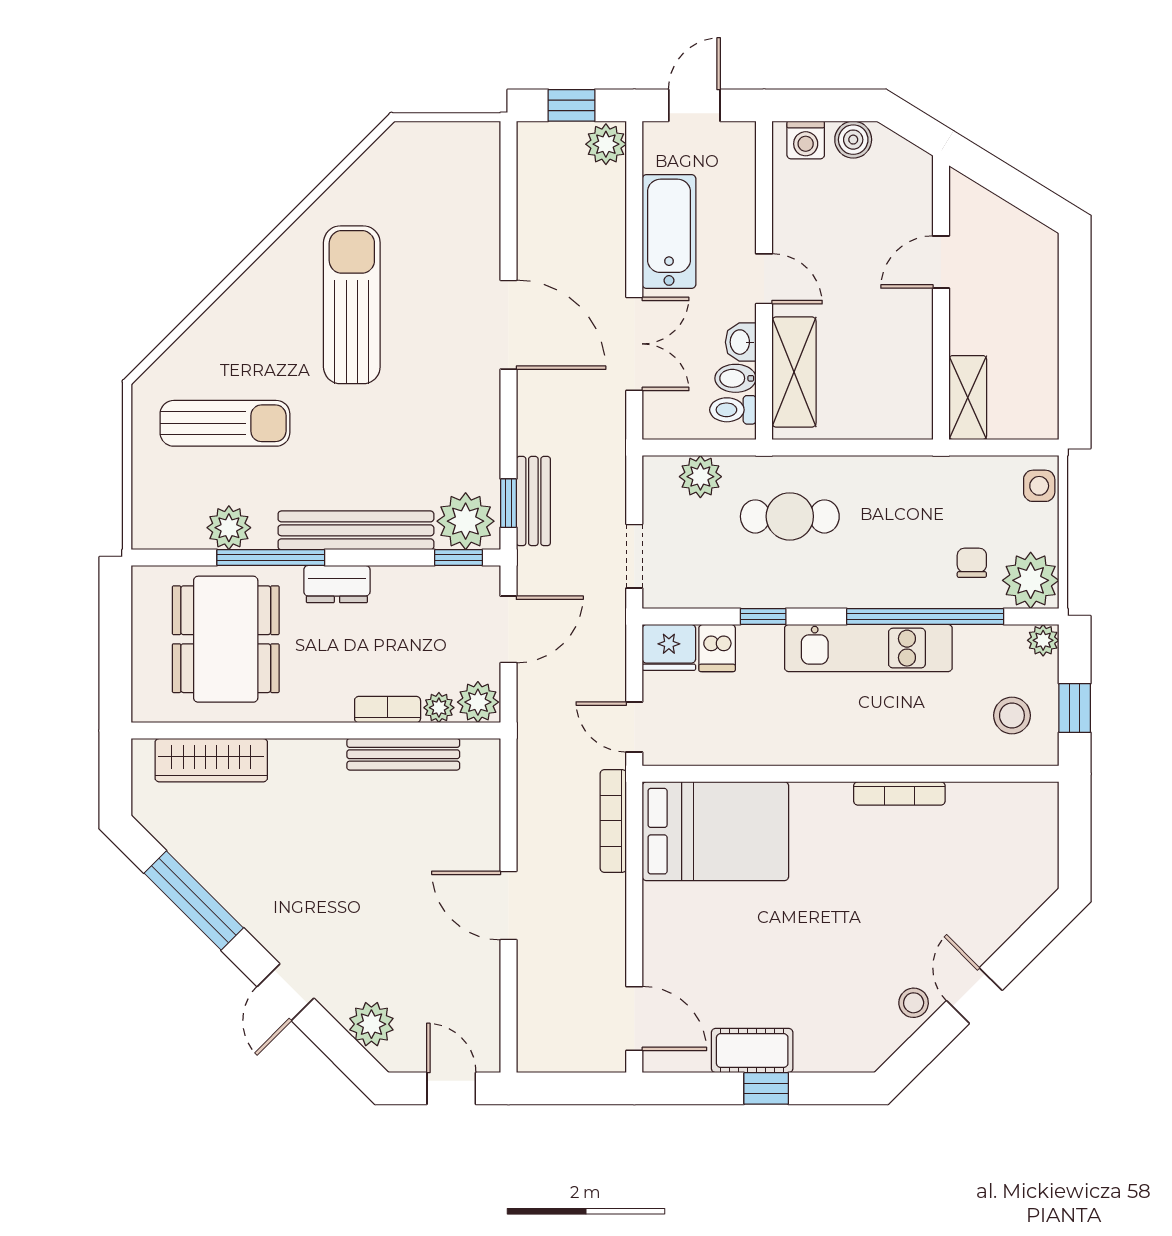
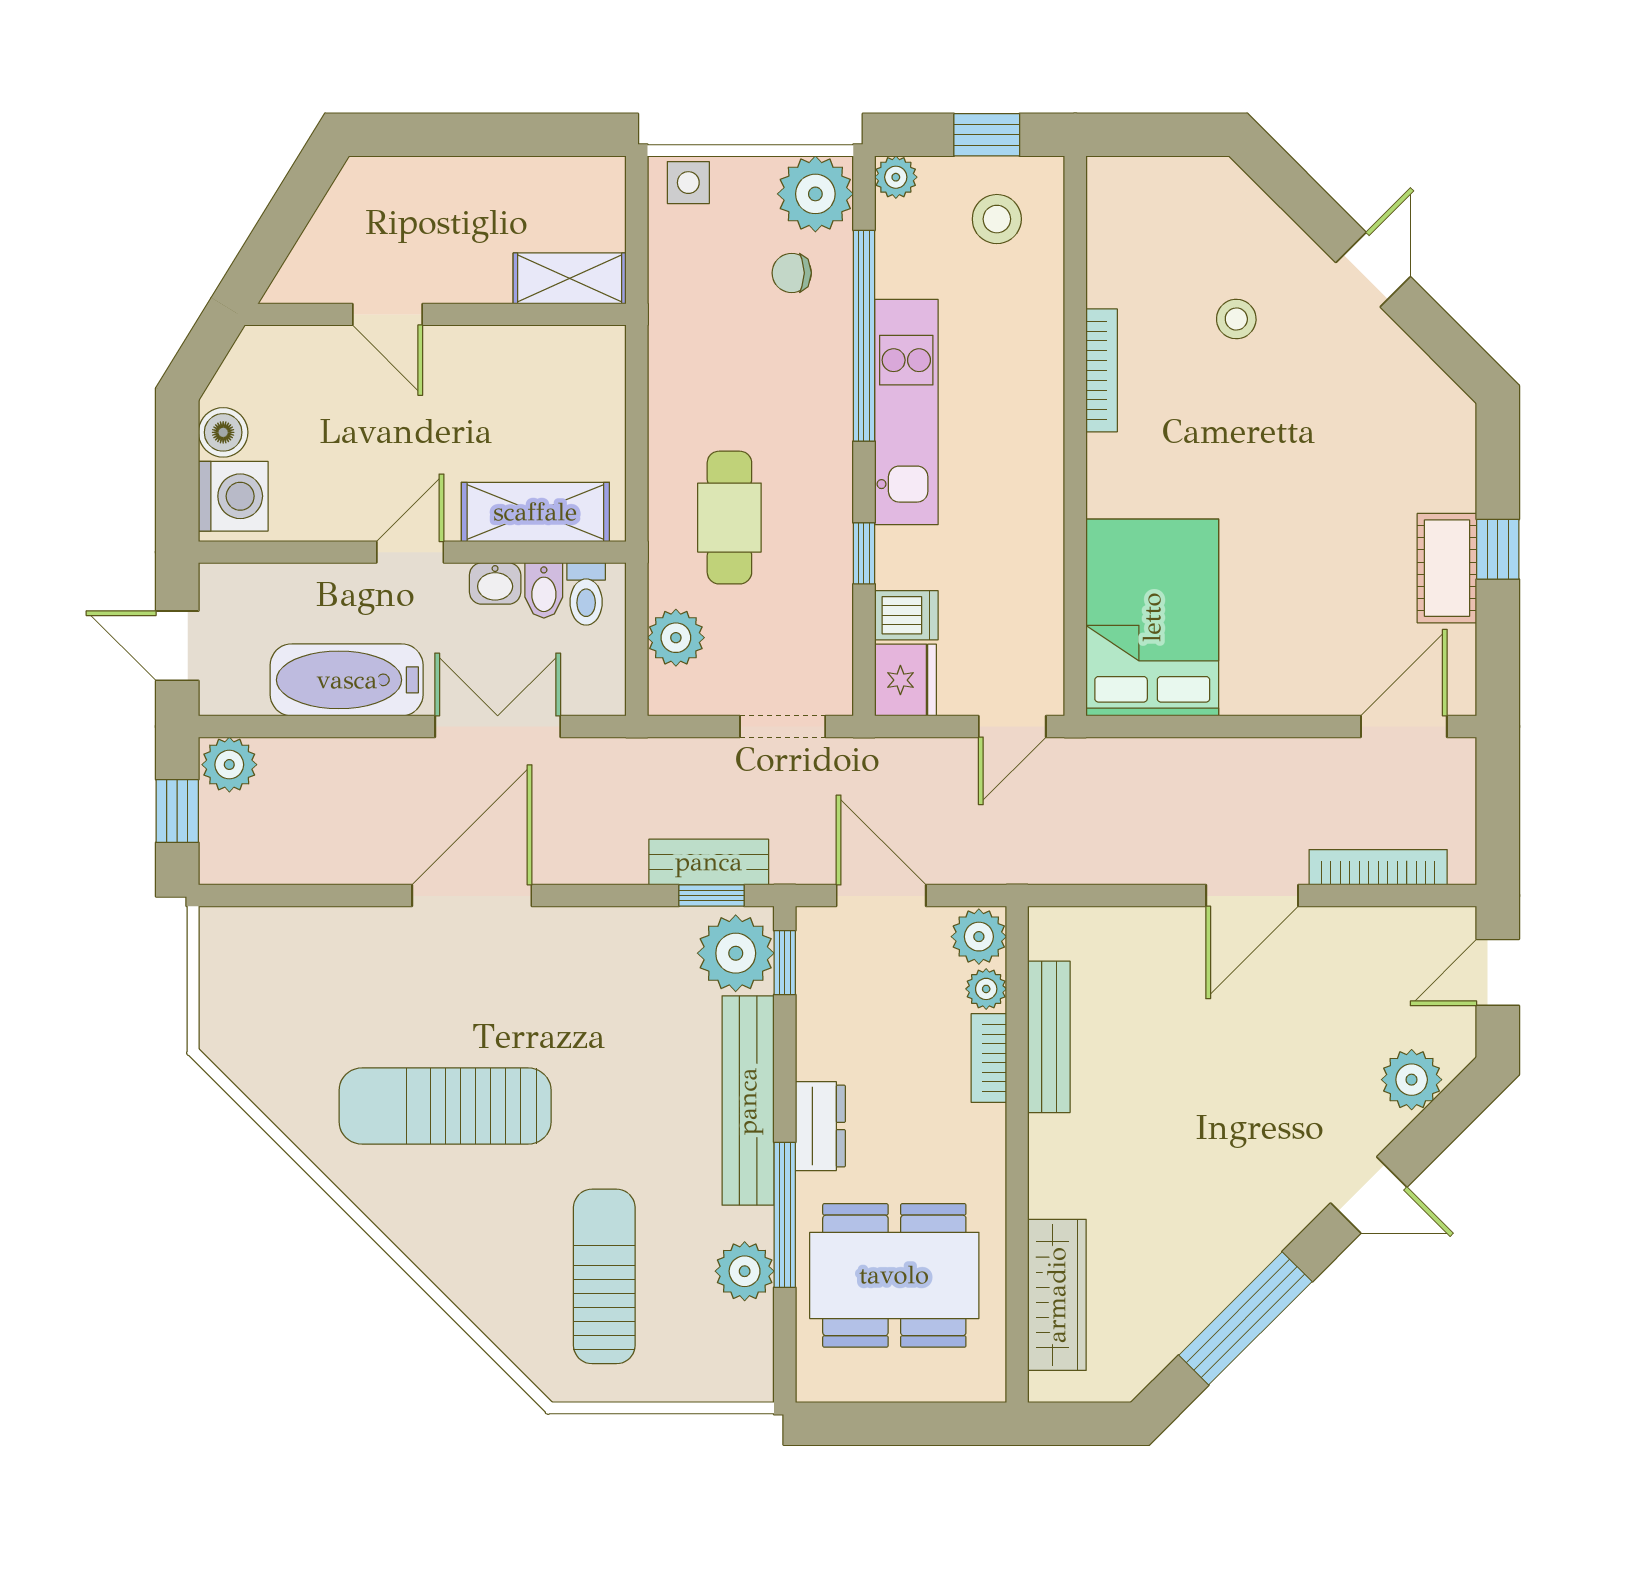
washing machine: (806, 140) -> (233, 496), width x1.38, depth x1.38
bookcase: (613, 821) -> (1378, 867), moved, turned 180
door: (974, 996) -> (1373, 270), swing flipped
stool: (914, 1003) -> (1236, 319), moved

